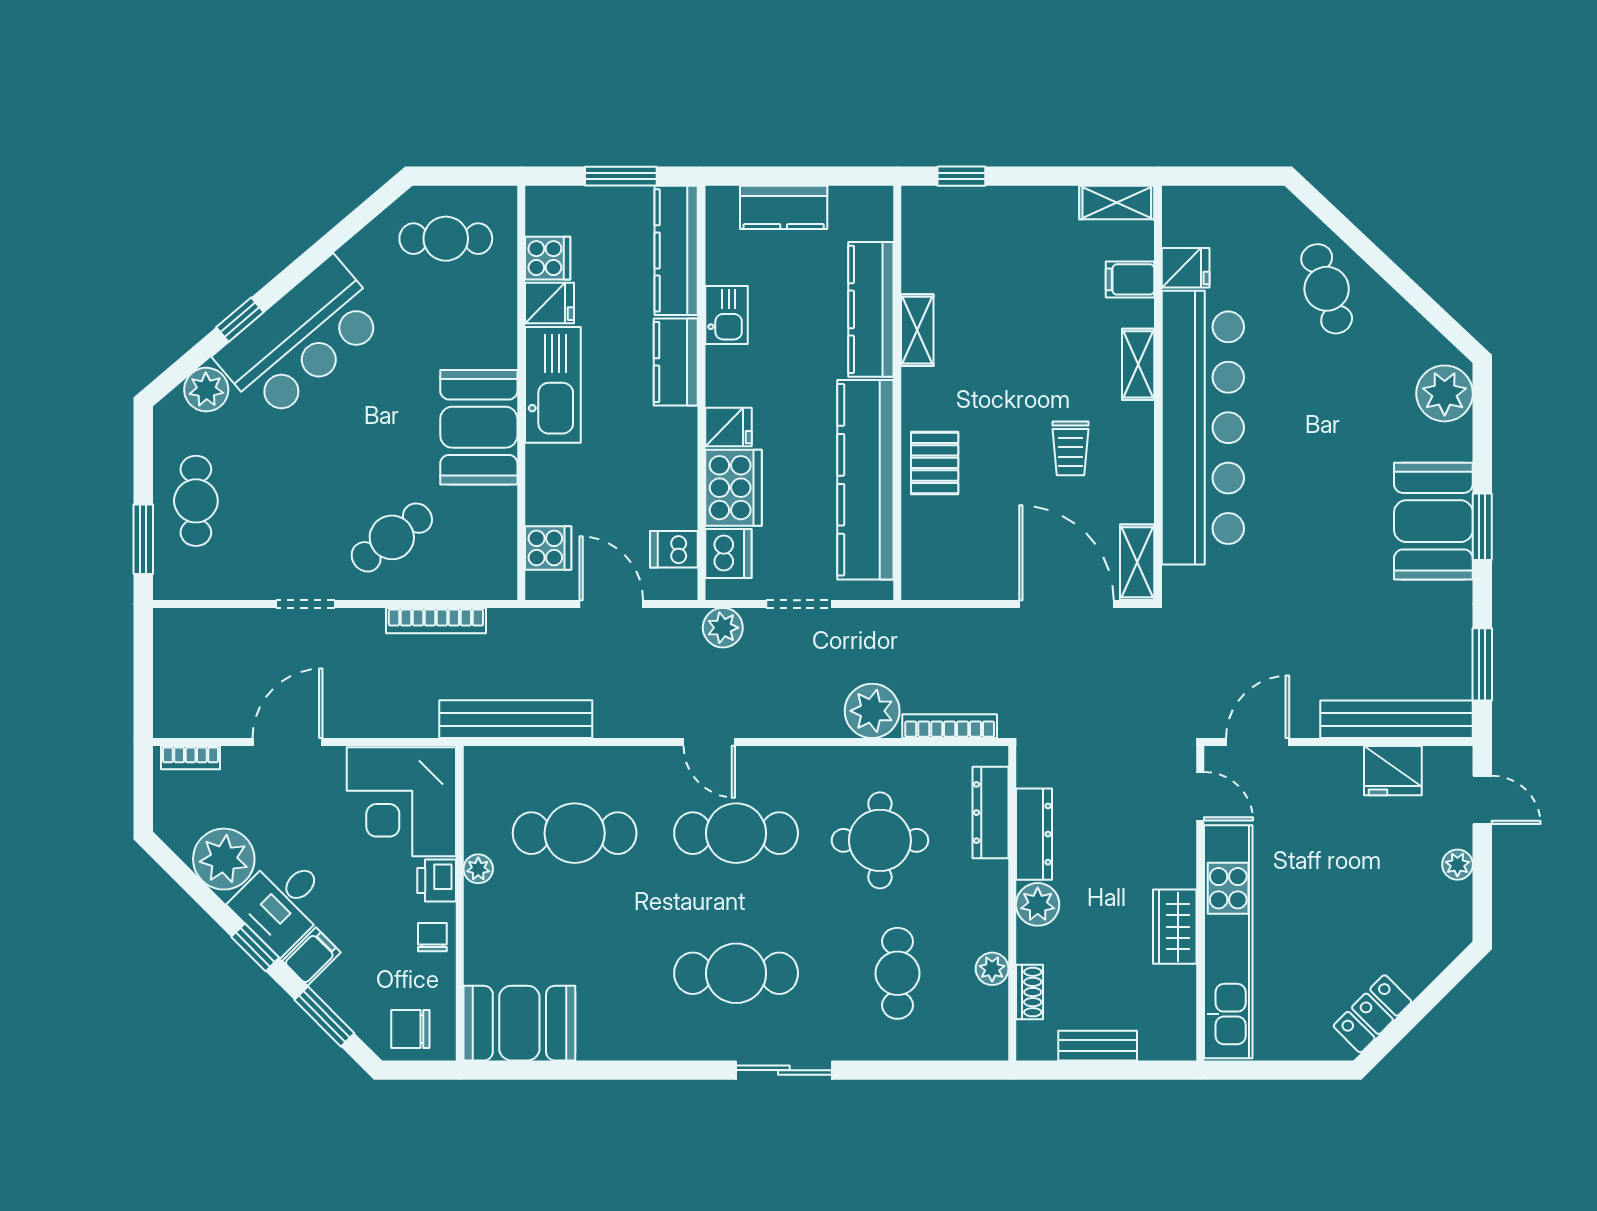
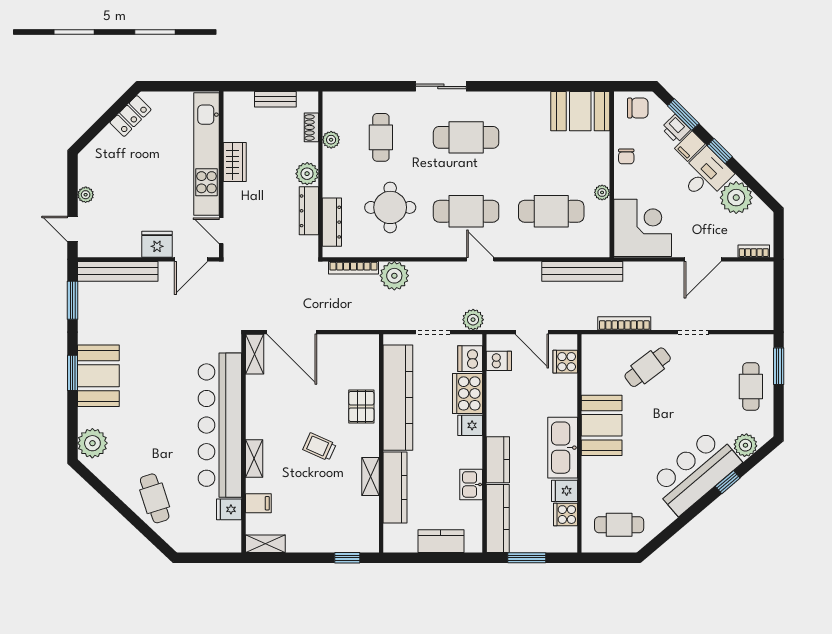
trolley: (1071, 448) -> (319, 447), moved, turned -66
fridge: (1393, 771) -> (157, 244), moved
printer: (437, 881) -> (676, 129), moved, turned 135

